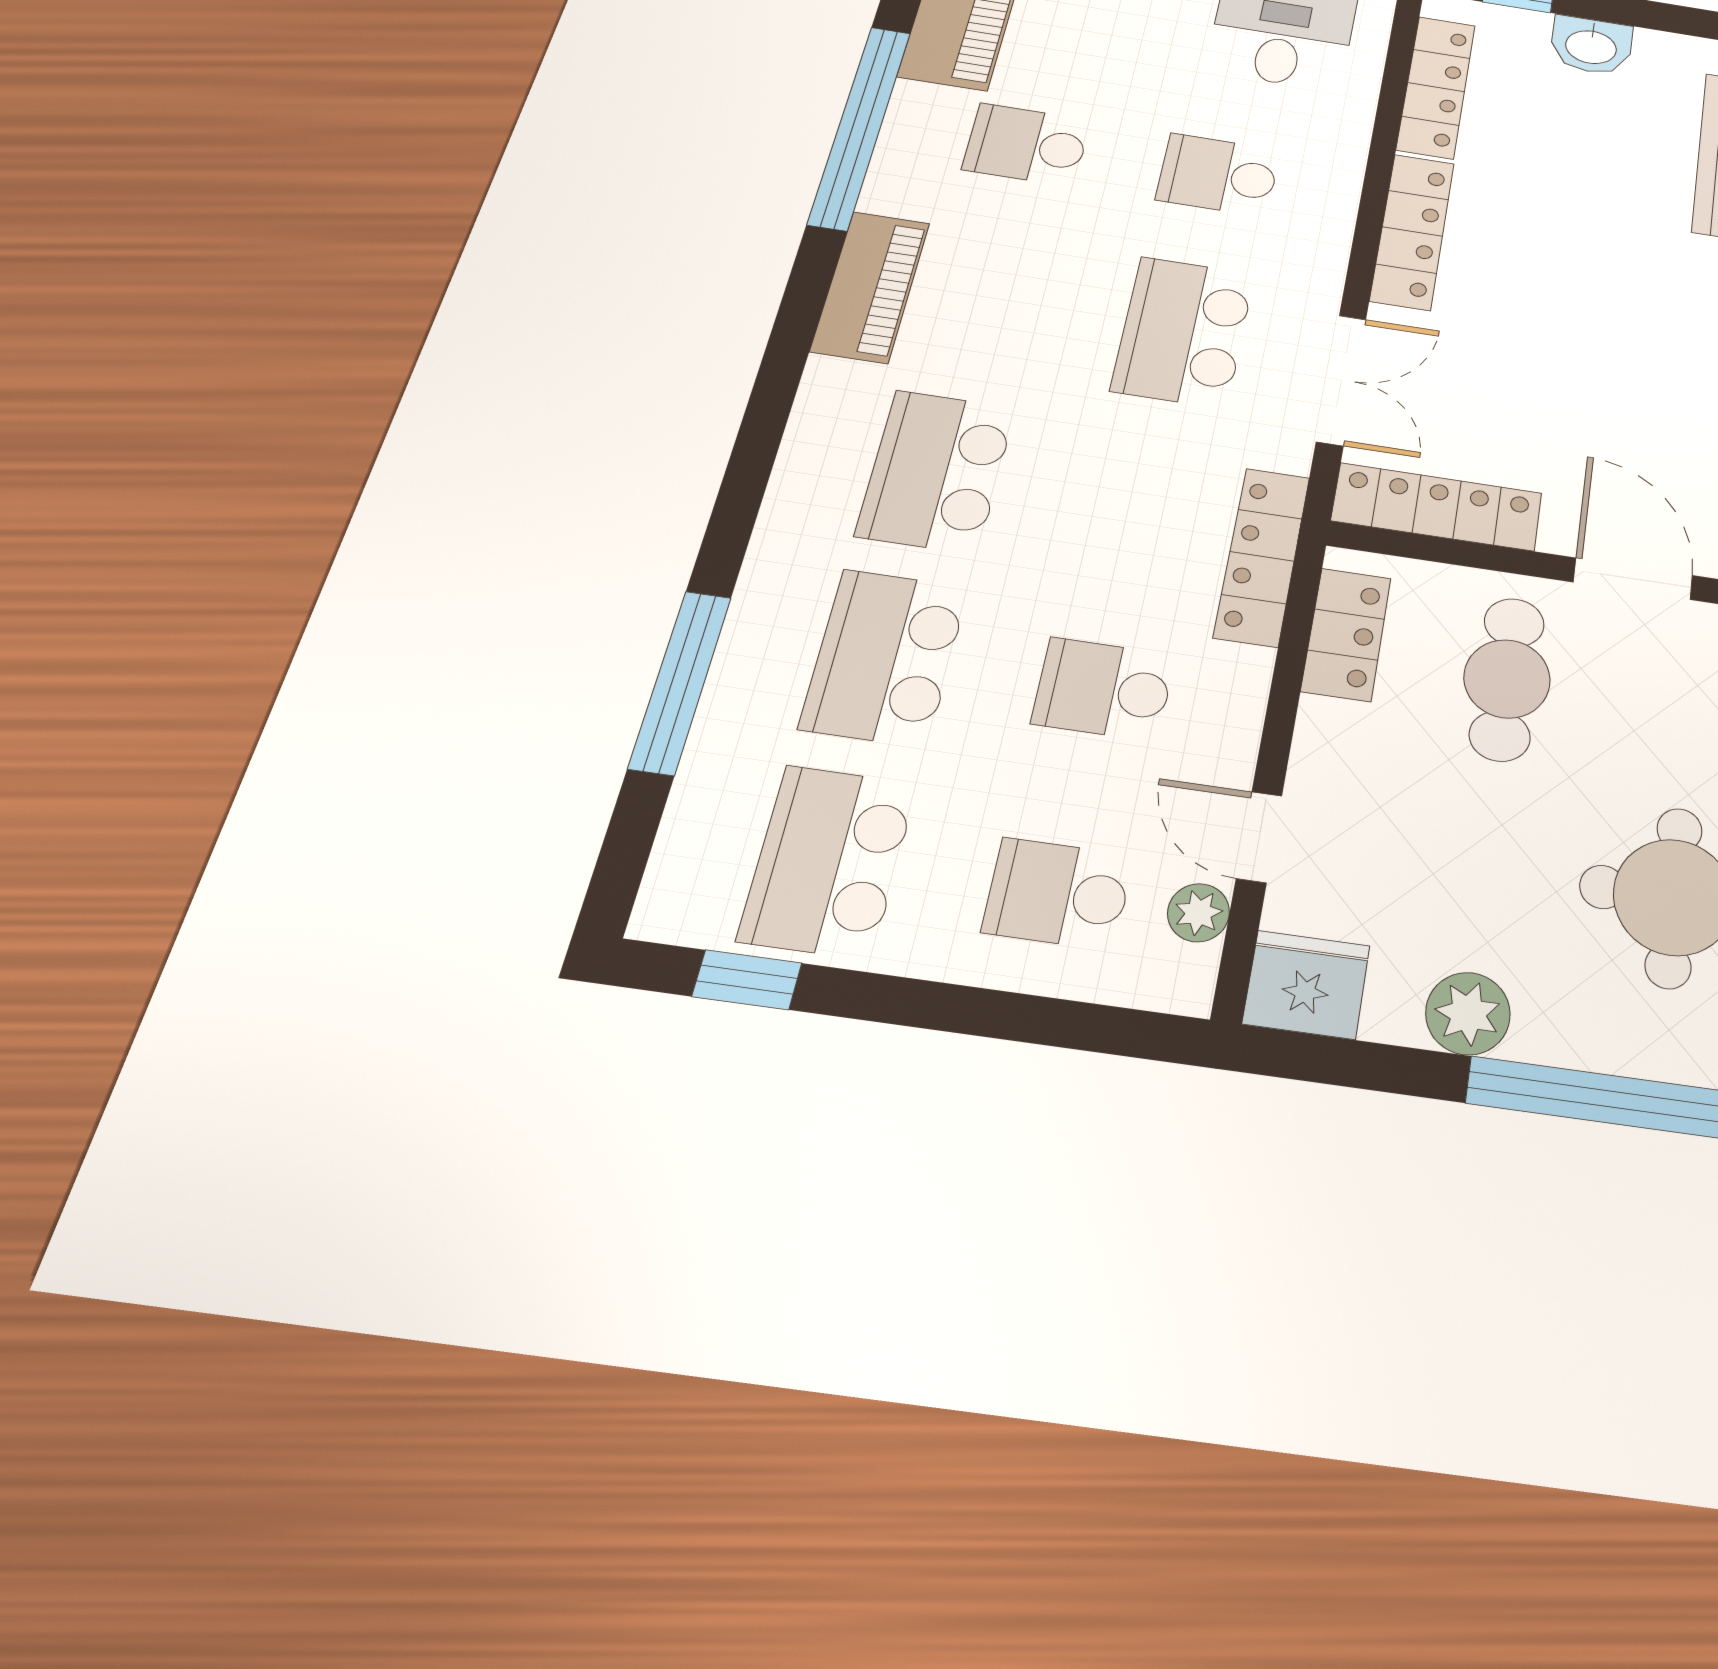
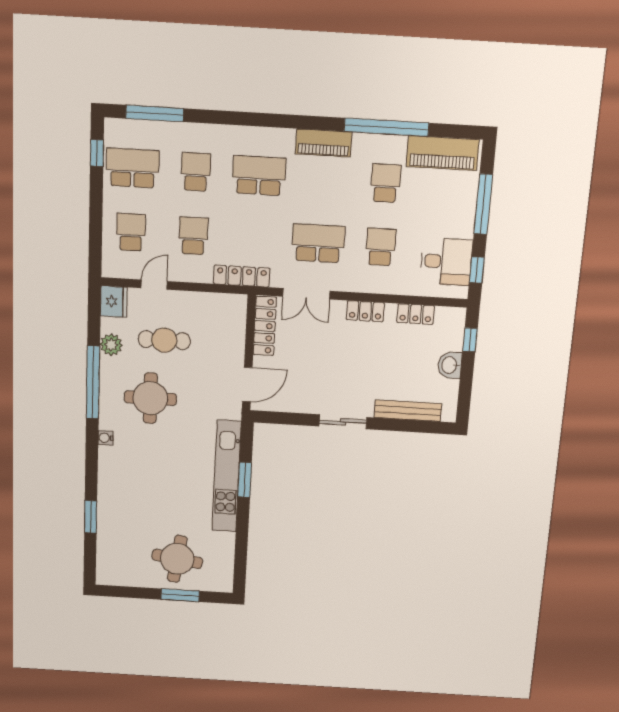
locker: (1436, 87) -> (416, 314), width x0.66
locker: (1412, 231) -> (365, 311), width x0.66
locker: (1346, 634) -> (219, 303), removed
school desk: (885, 657) -> (196, 172), width x0.54
cafe table: (1507, 679) -> (164, 340), moved
window: (680, 682) -> (155, 113), moved
plant: (1198, 913) -> (130, 271), removed

